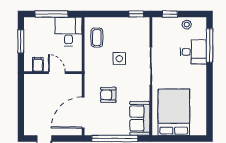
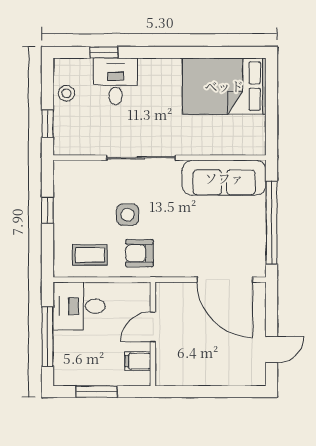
window: (136, 14) -> (48, 210), moved
window: (209, 45) -> (104, 52), width x0.46
armchair: (108, 95) -> (139, 253), moved, turned 90
bed: (174, 112) -> (224, 86), moved
sofa: (140, 118) -> (224, 178), width x1.36

